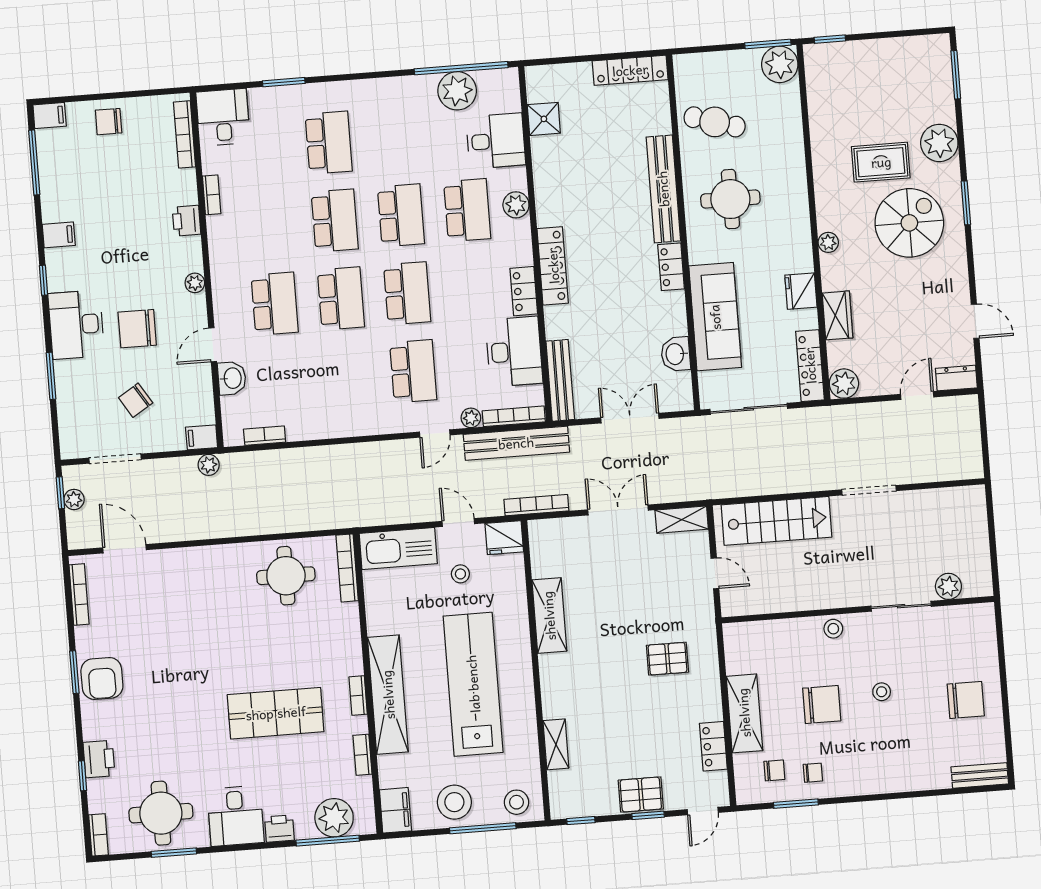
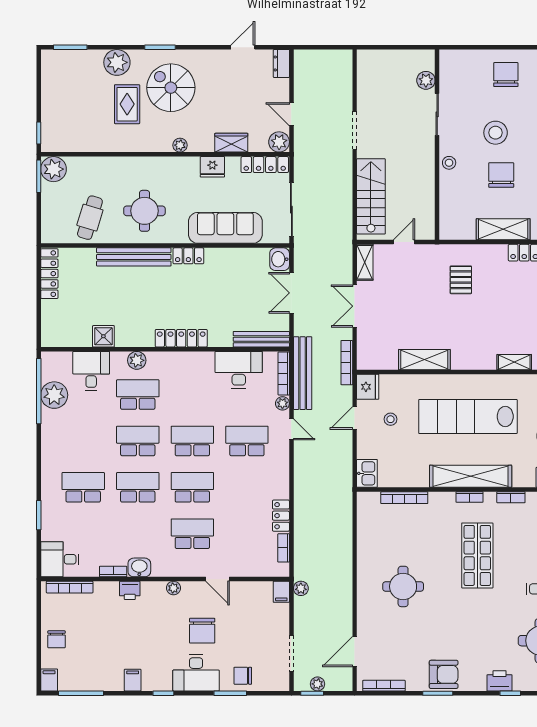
shower: (544, 119) -> (103, 336), moved
locker: (524, 291) -> (281, 516), moved, turned 90
washbasin: (676, 354) -> (280, 259), moved, turned 90
washbasin: (232, 378) -> (139, 567), moved
door: (917, 396) -> (291, 114), moved
chair: (136, 400) -> (243, 676), moved, turned 122
kitchen sink: (398, 548) -> (367, 473), width x0.53, depth x0.81
bookcase: (347, 568) -> (404, 498), moved
round table: (286, 576) -> (403, 586), moved
stool: (882, 692) -> (496, 133), width x1.89, depth x1.89

